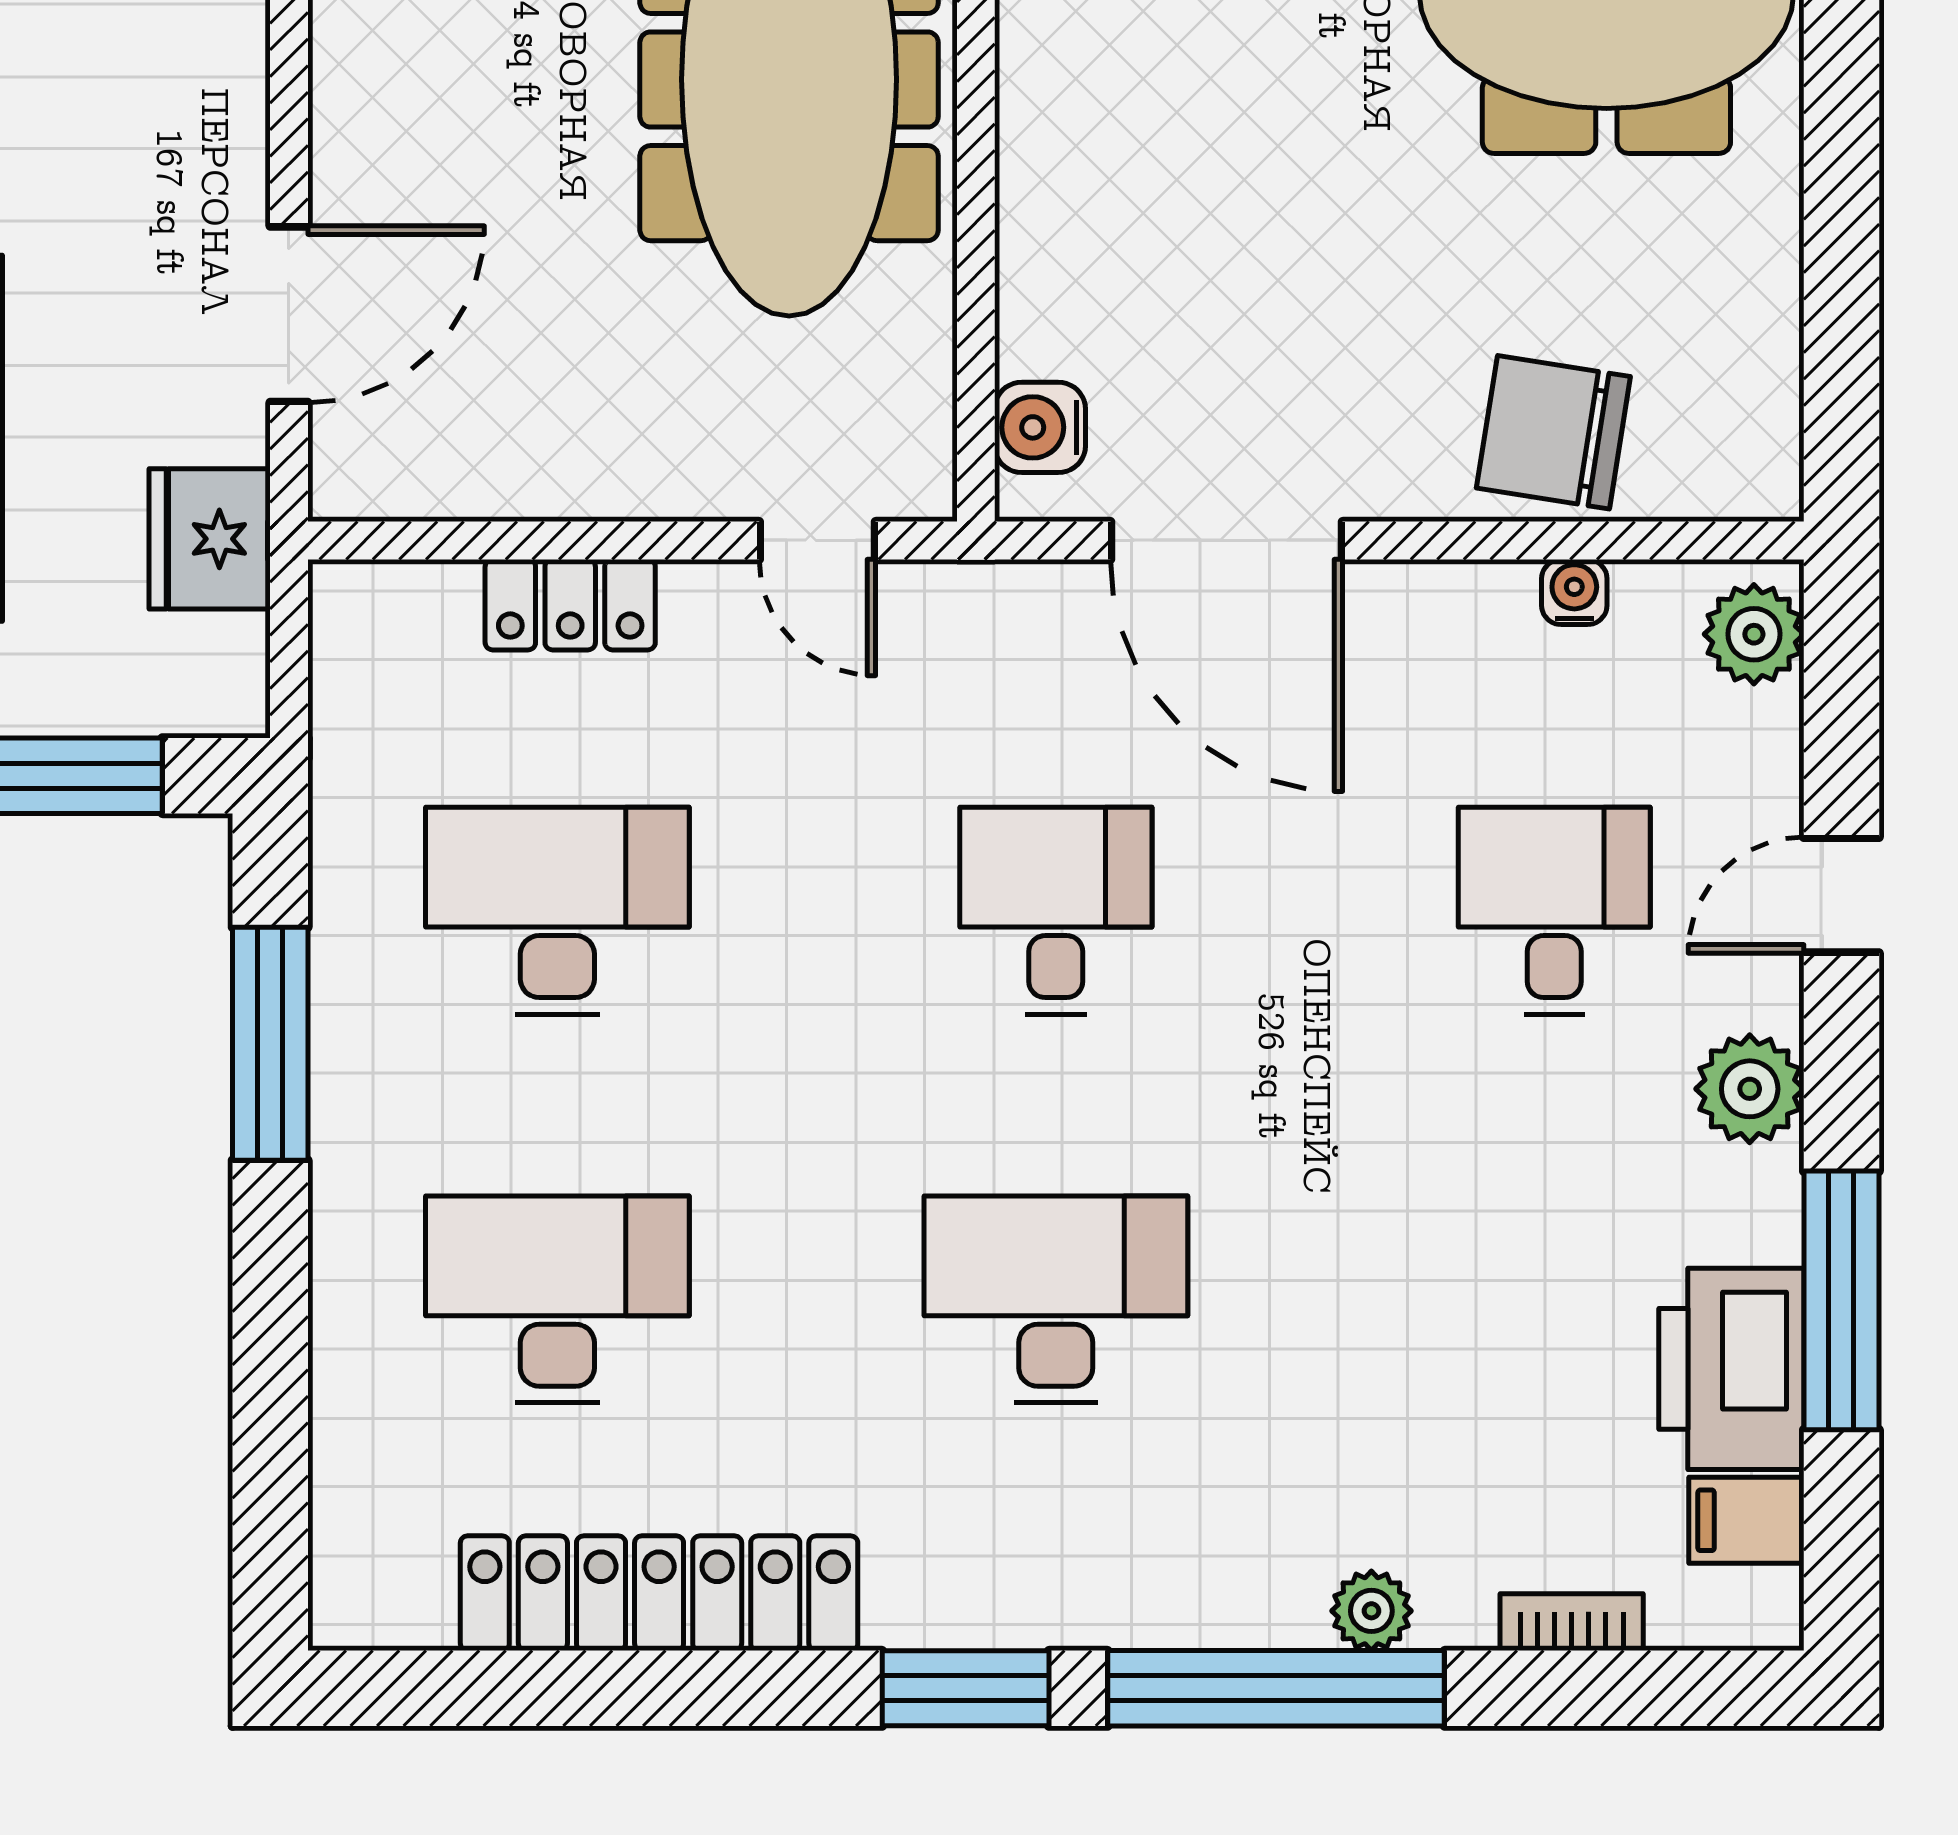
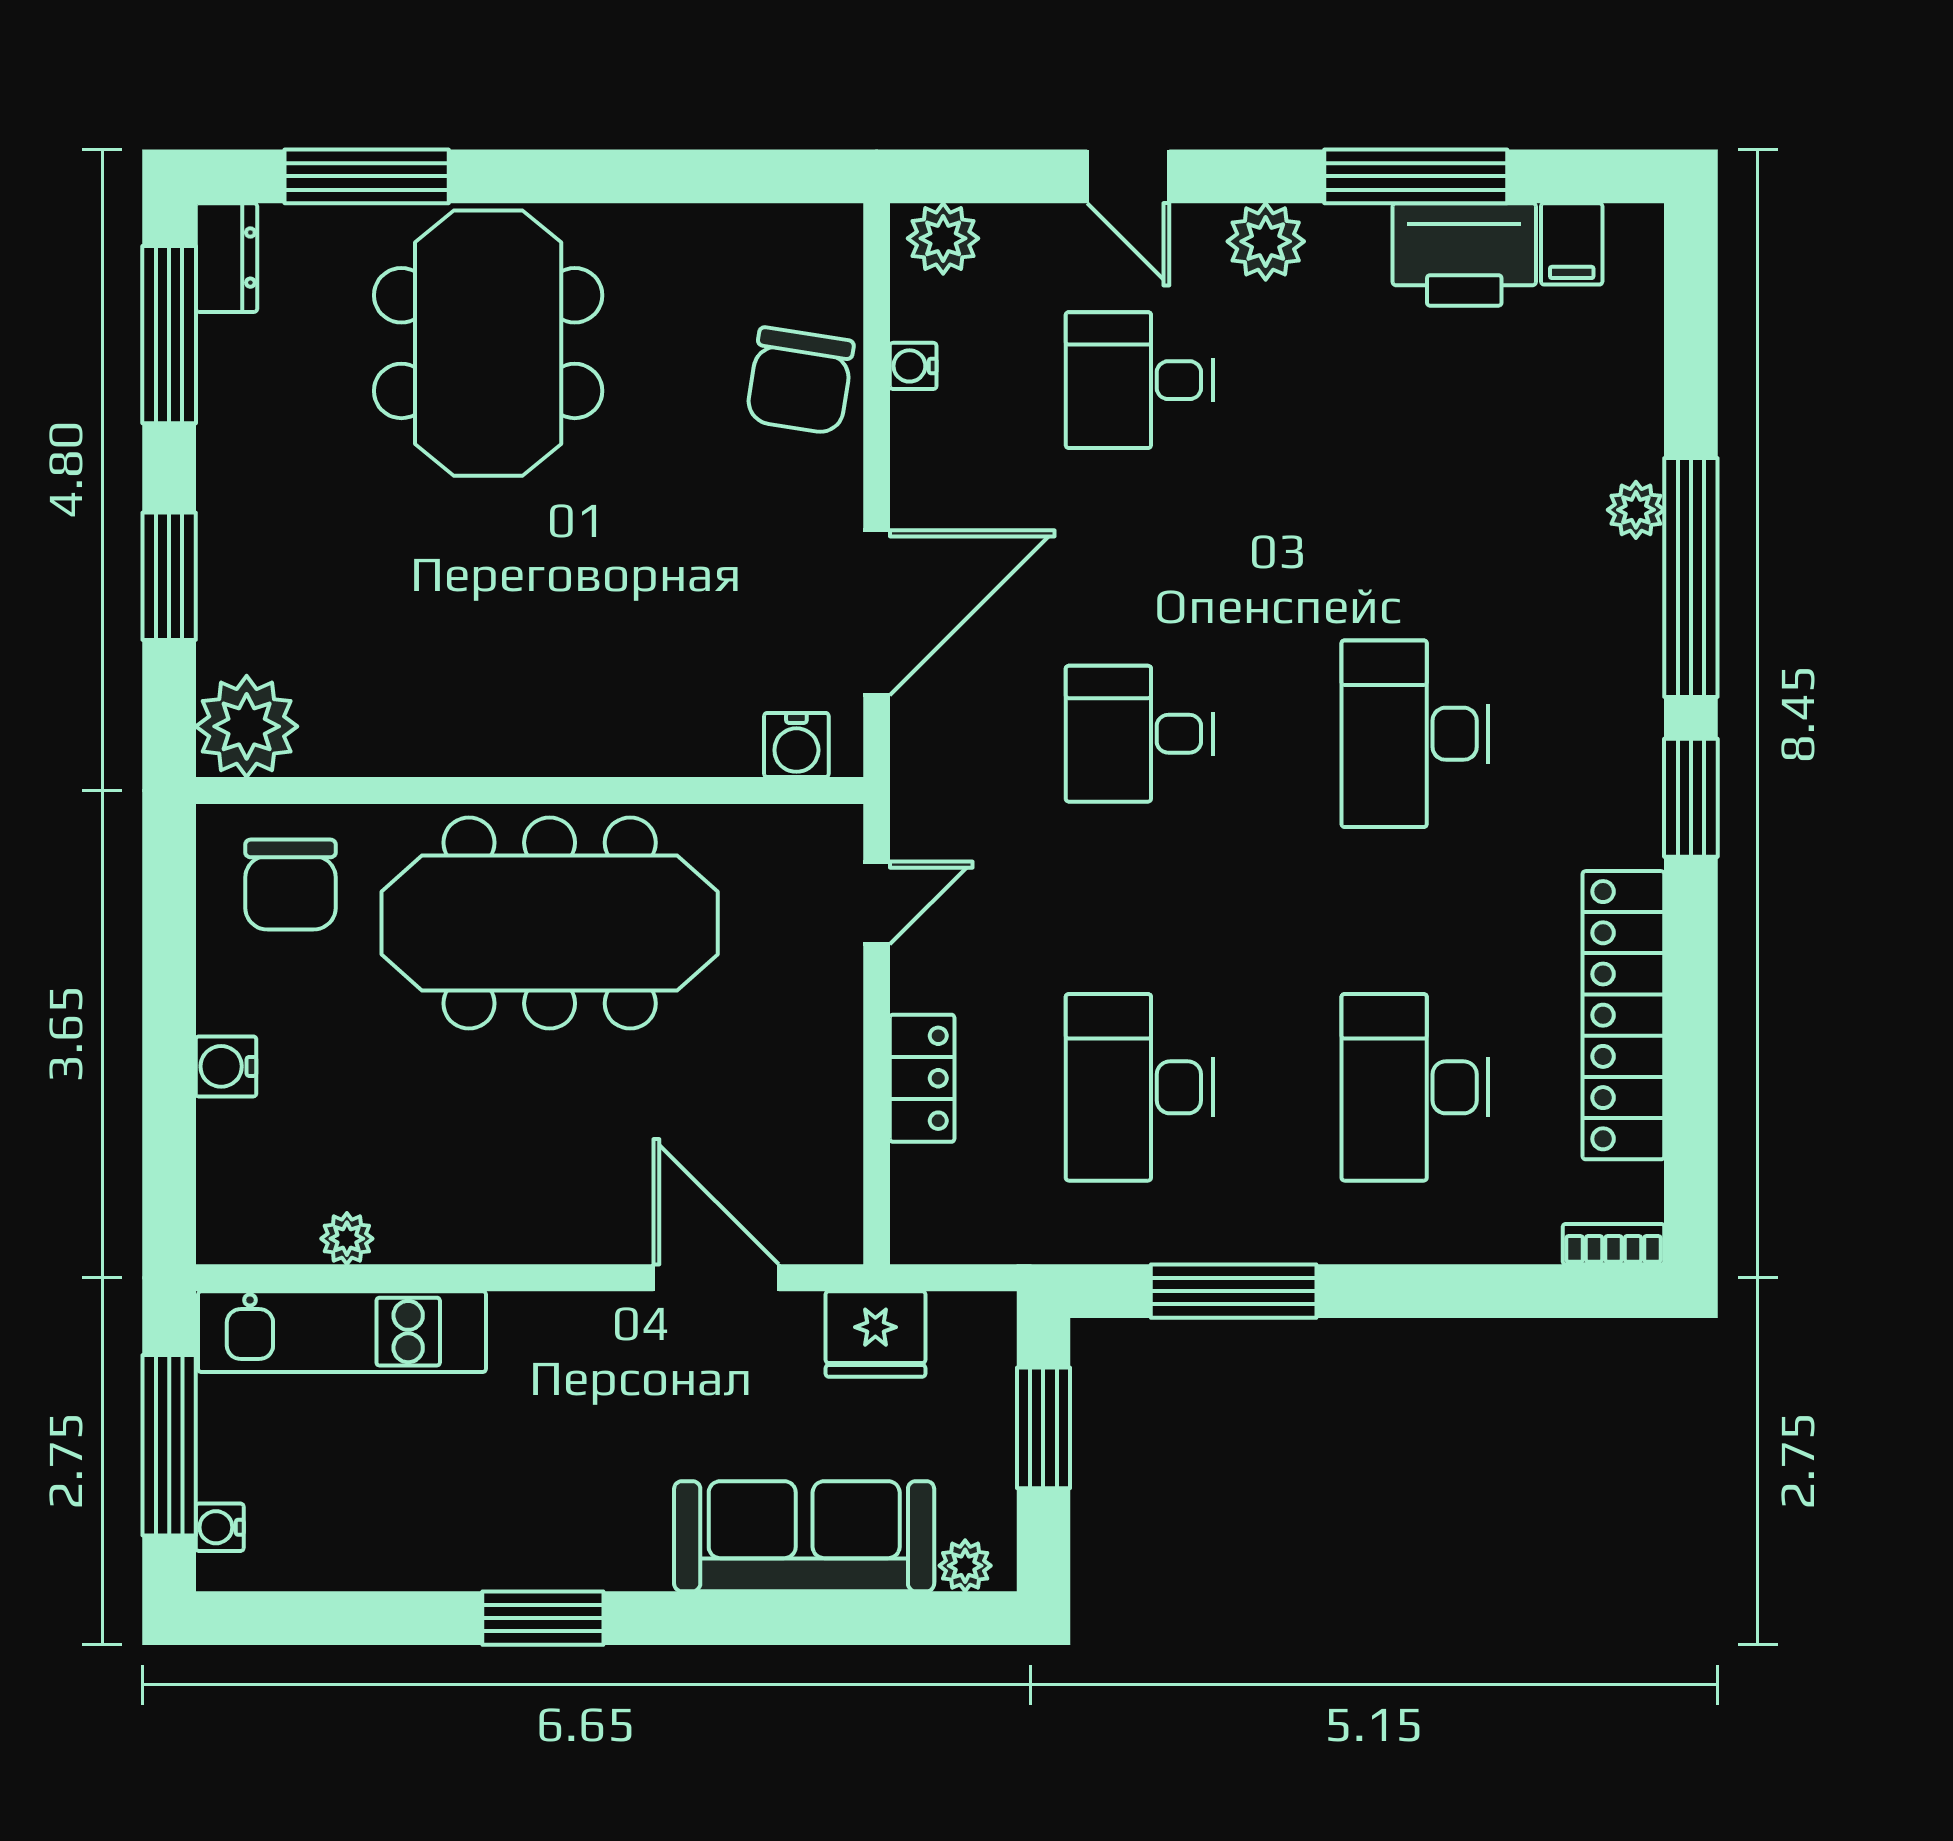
bookcase: (1572, 1622) -> (1614, 1244), moved, turned 90

